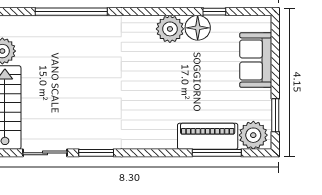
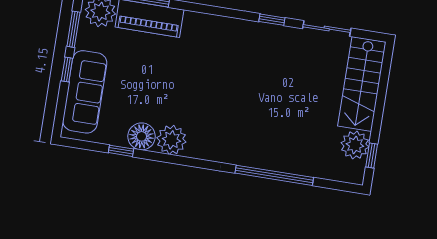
sofa: (256, 60) -> (85, 92), width x1.36
window: (275, 78) -> (67, 70), added
window: (96, 153) -> (272, 20), width x0.67

